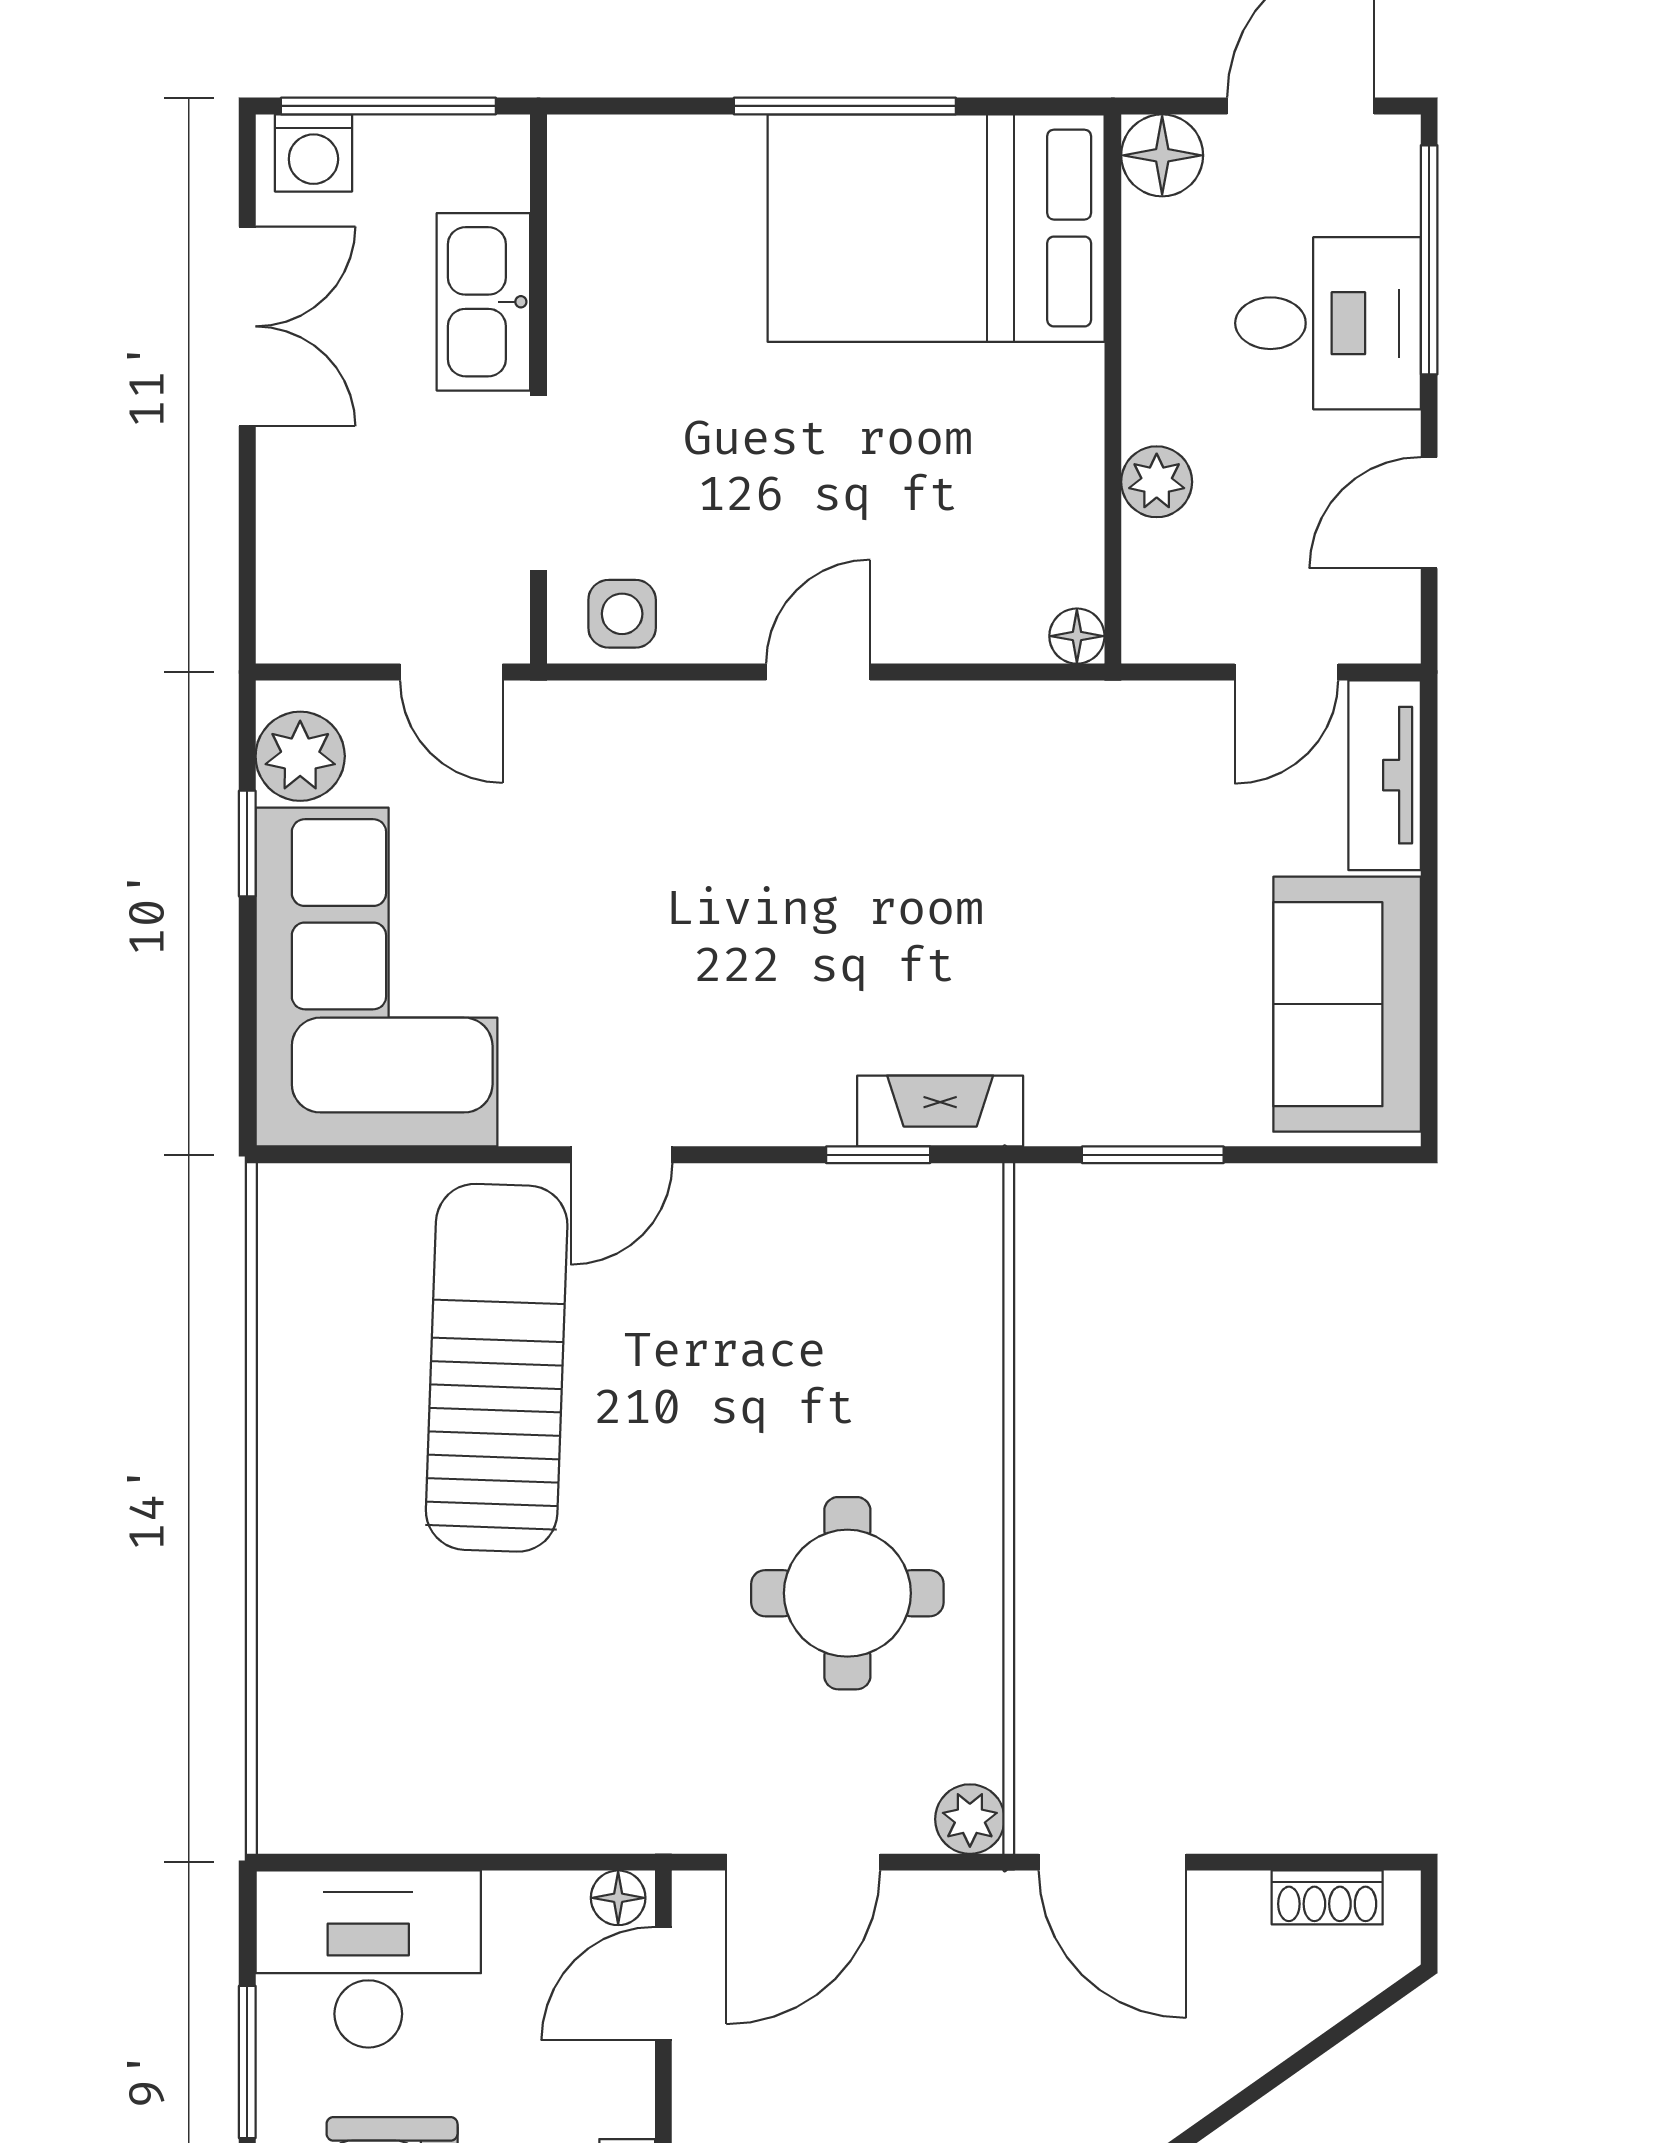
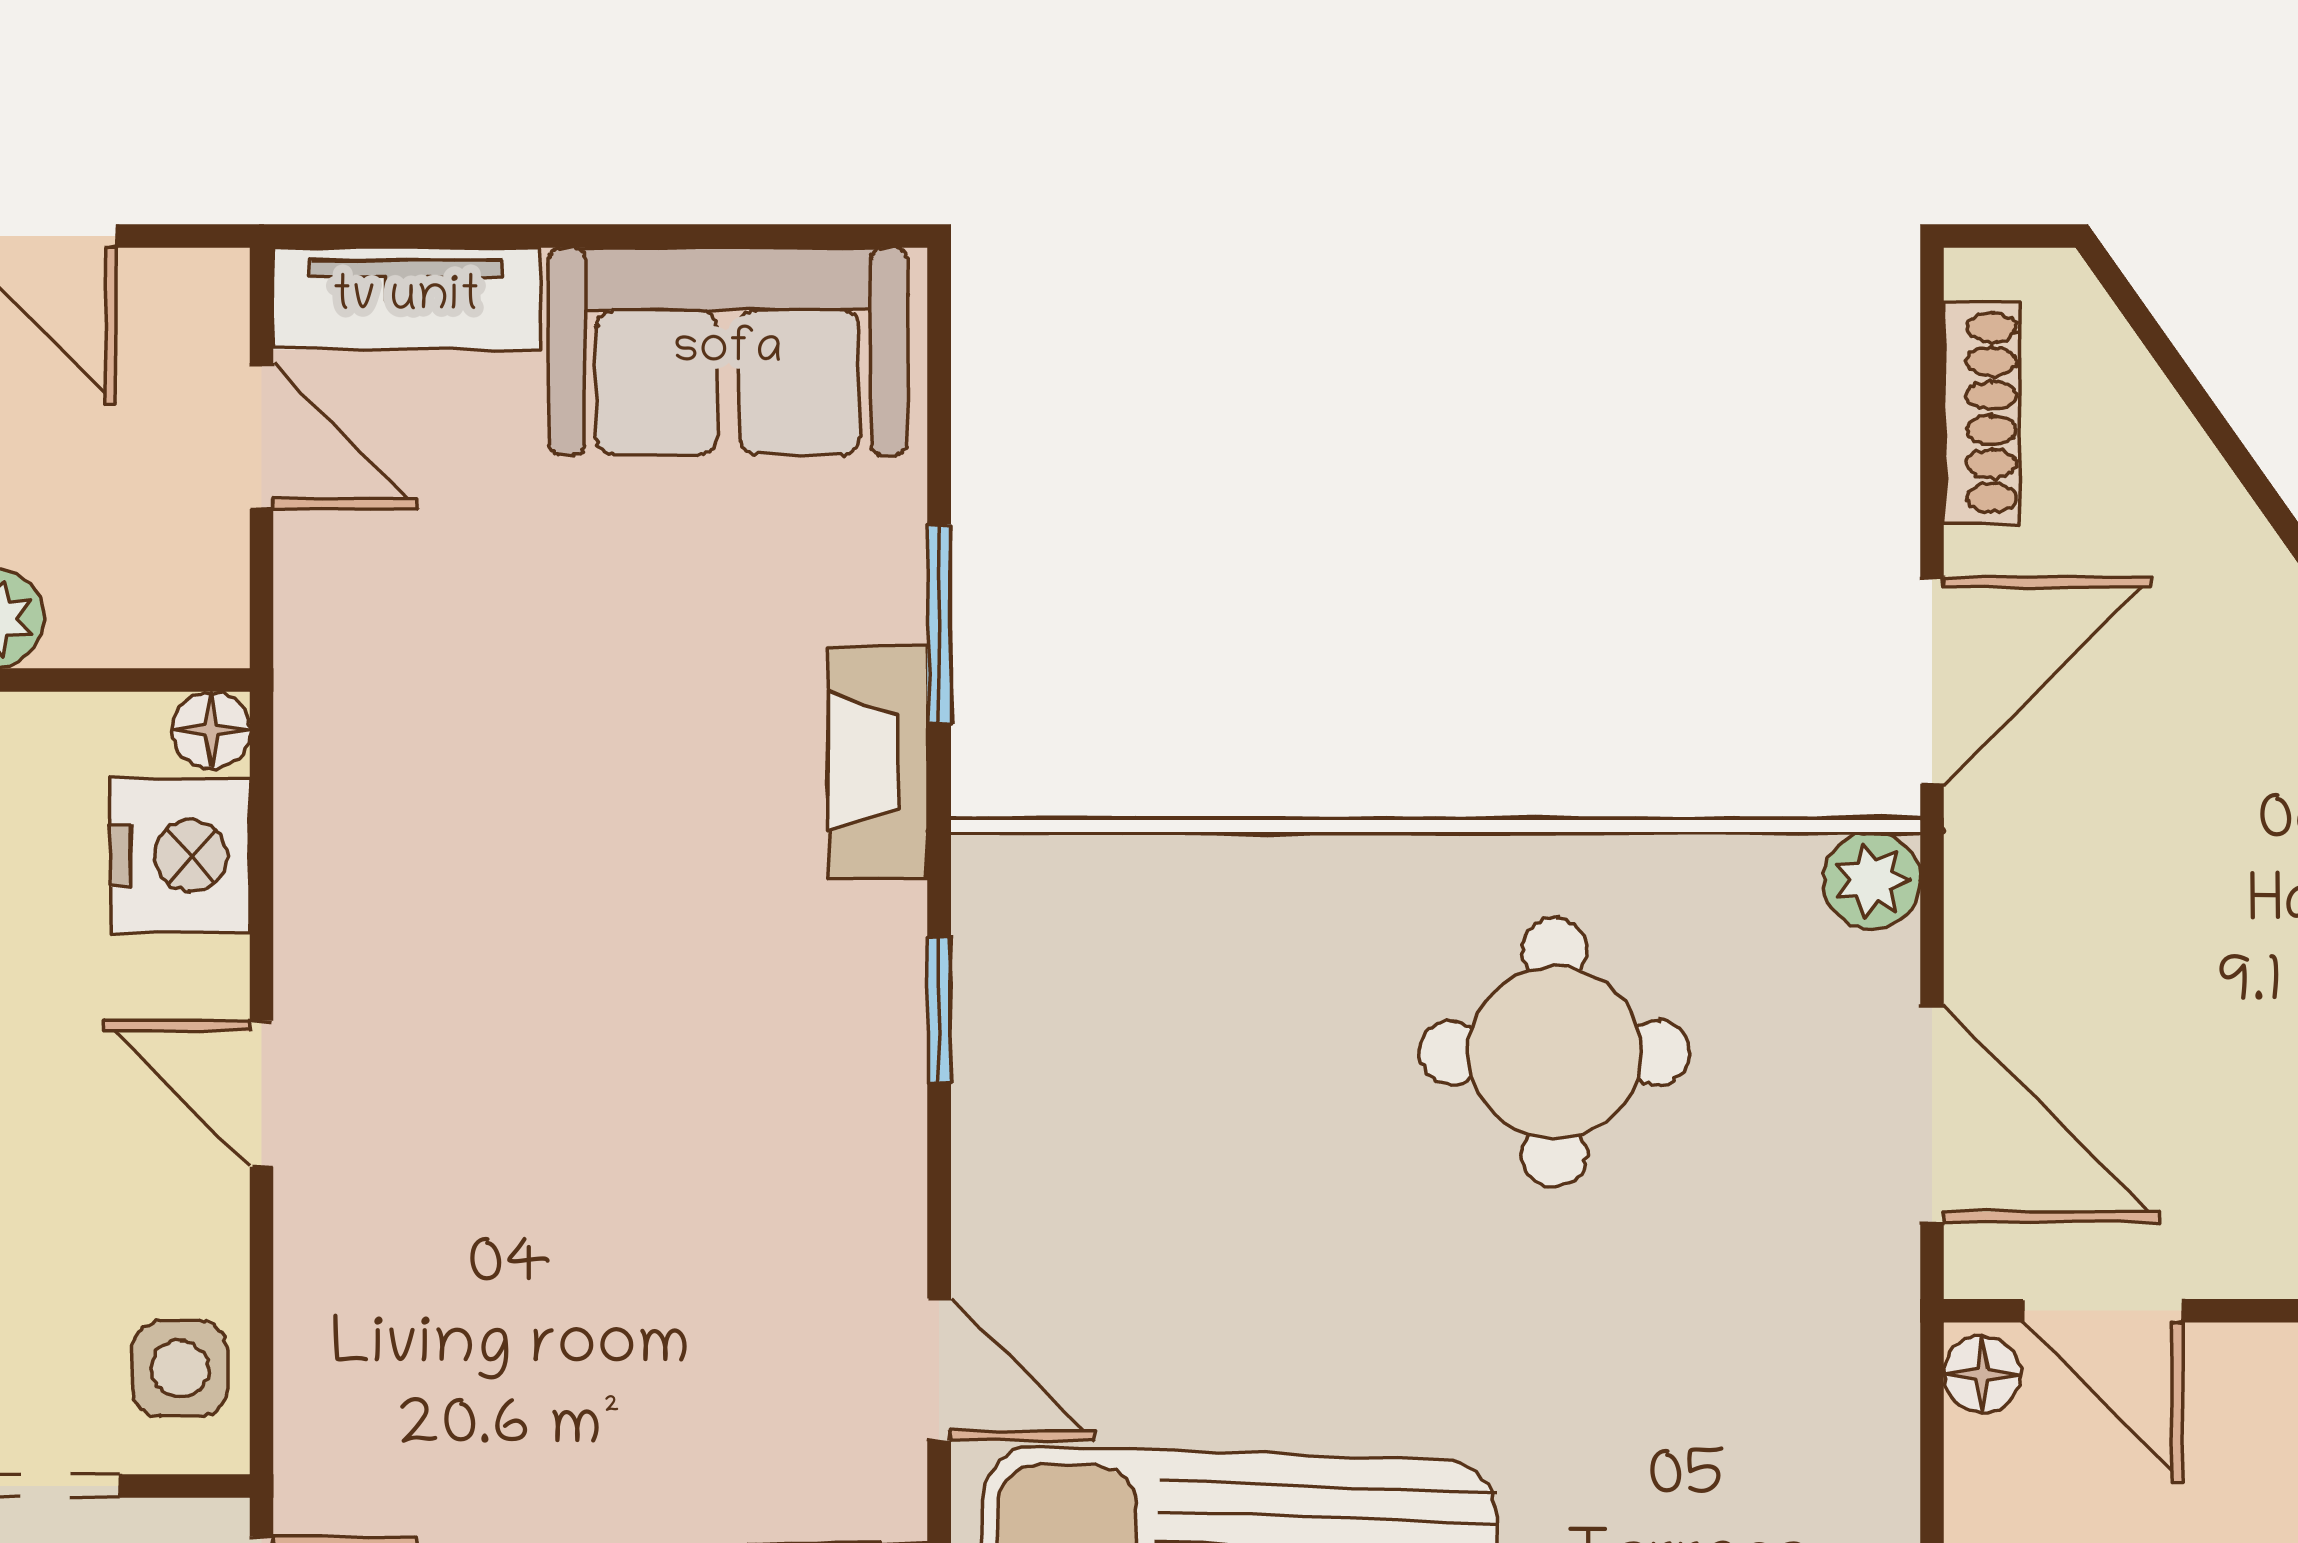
nightstand: (988, 614) -> (180, 856), added
fireplace: (940, 1111) -> (878, 762), moved
shoe rack: (1327, 1897) -> (1982, 413), width x1.43

